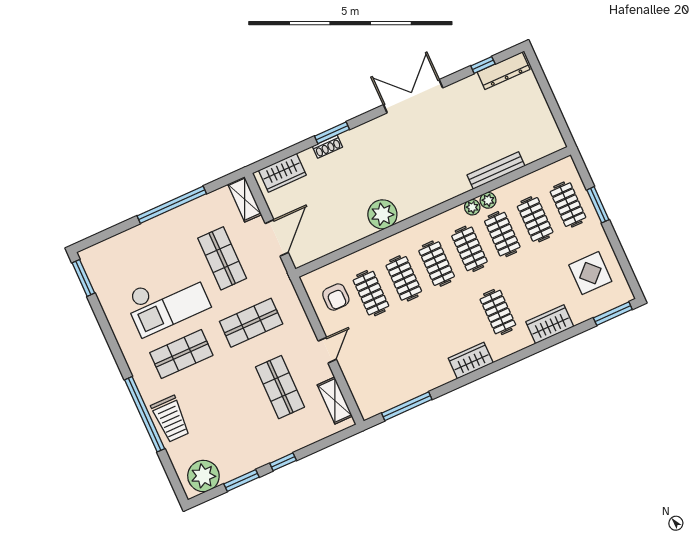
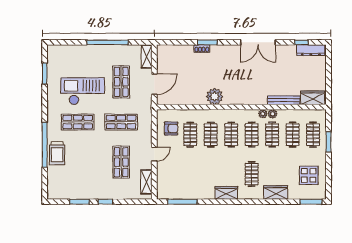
double door: (413, 96) -> (258, 42), swing flipped
wardrobe: (282, 173) -> (313, 98), moved, turned 180
window: (83, 278) -> (45, 74), moved
armchair: (336, 297) -> (171, 128), turned -90
checkout: (167, 301) -> (83, 91), turned 180
plant: (203, 476) -> (61, 190), removed

